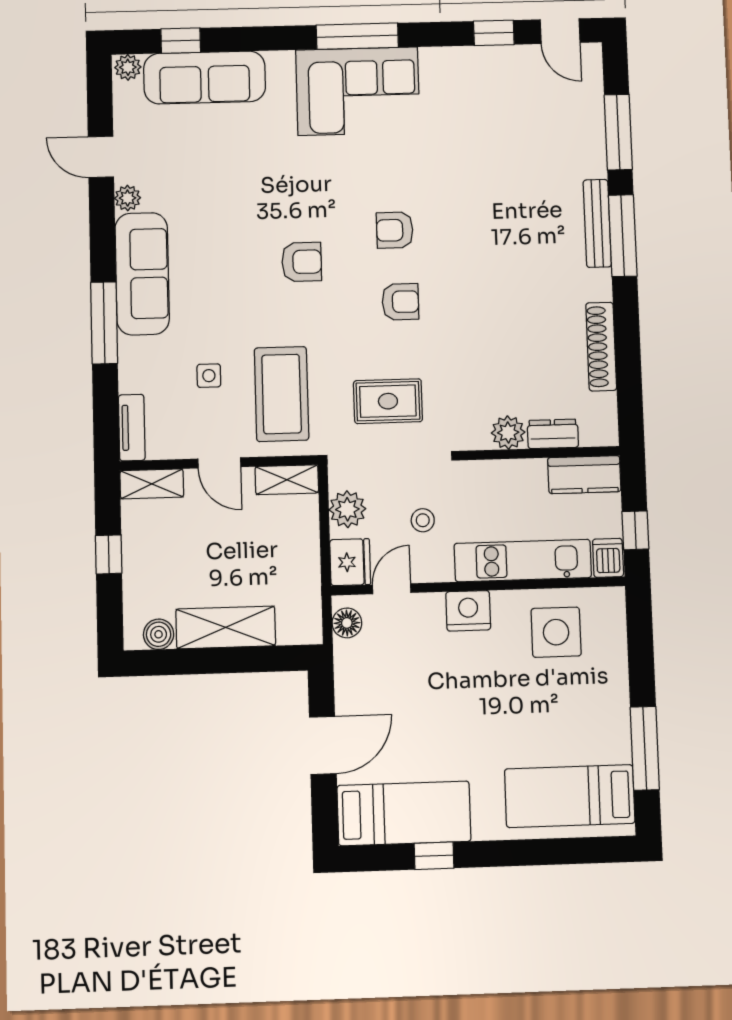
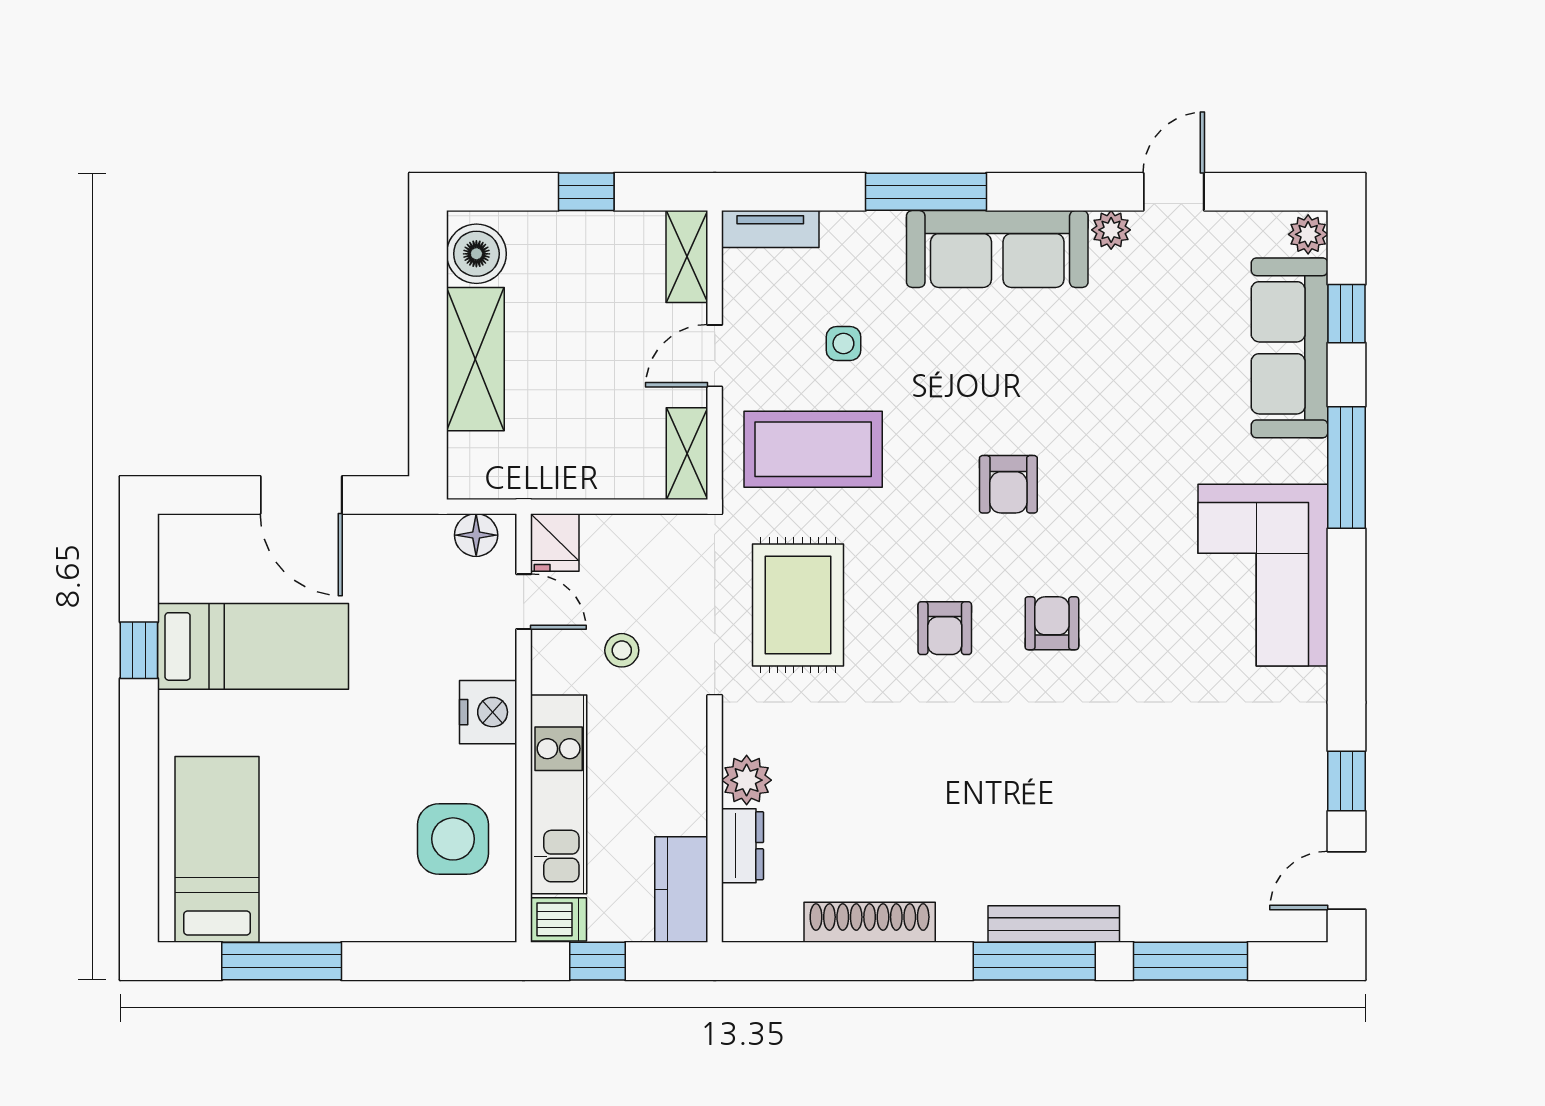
window: (357, 36) -> (1346, 467), moved
rug: (388, 401) -> (798, 605), width x1.36, depth x1.43
plant: (347, 509) -> (641, 541), removed
fridge: (350, 562) -> (555, 542), width x0.72
boiler: (159, 634) -> (476, 254), width x1.36, depth x1.36
bed: (404, 813) -> (253, 646), moved, turned -90

